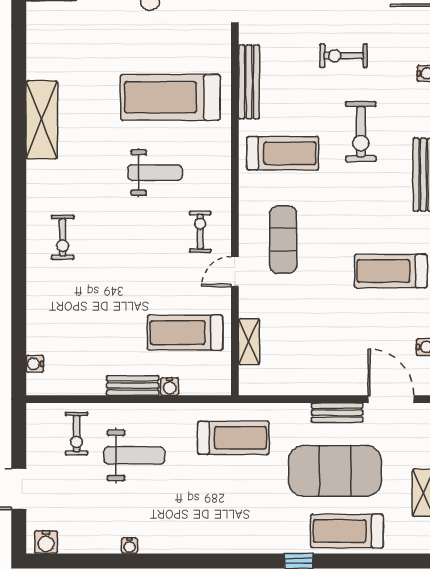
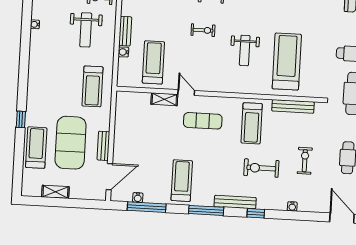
exercise bike: (200, 232) -> (203, 30), moved
shelving: (249, 342) -> (164, 99), moved

